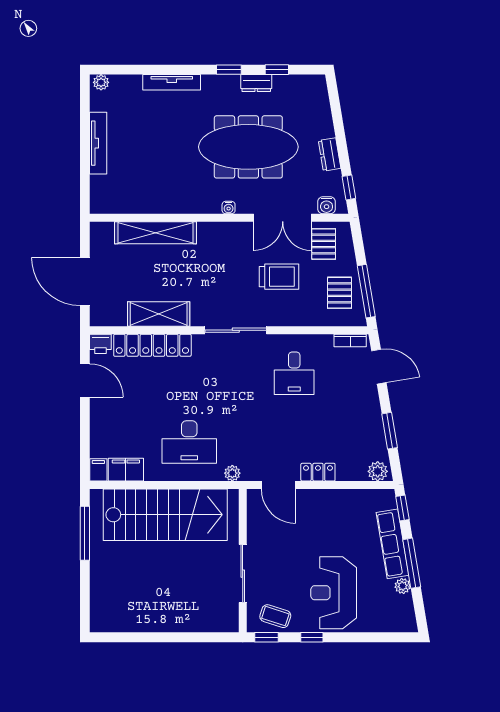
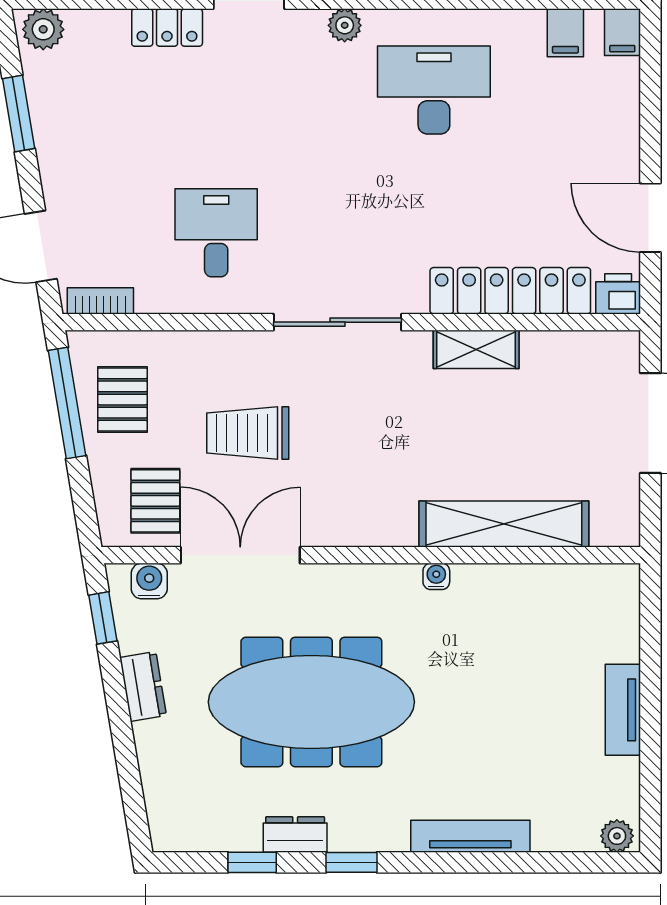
tv unit: (98, 143) -> (623, 710), width x0.71
water cooler: (229, 208) -> (436, 576), moved
shelving: (159, 314) -> (476, 349), width x0.67, depth x0.75
filing cabinet: (126, 470) -> (565, 33), width x0.50

